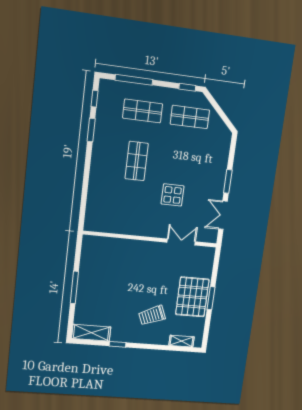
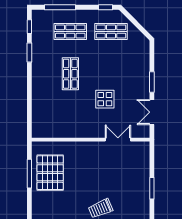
window: (74, 287) -> (29, 174), moved
pallet: (192, 297) -> (50, 173), moved

